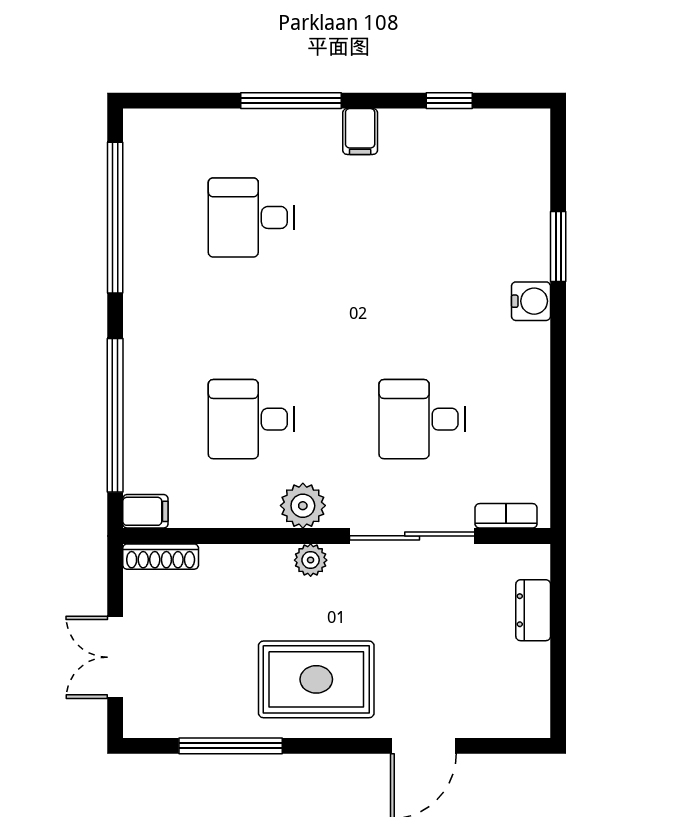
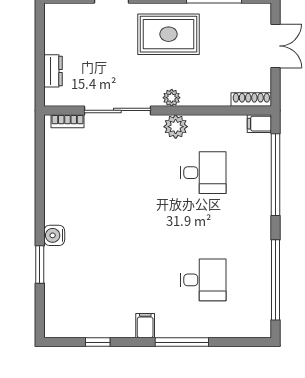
desk: (422, 419) -> (112, 173), removed

